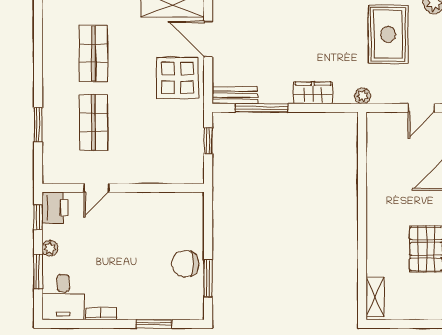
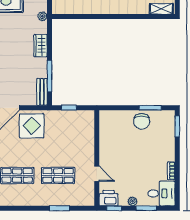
window: (154, 324) -> (177, 126), moved

